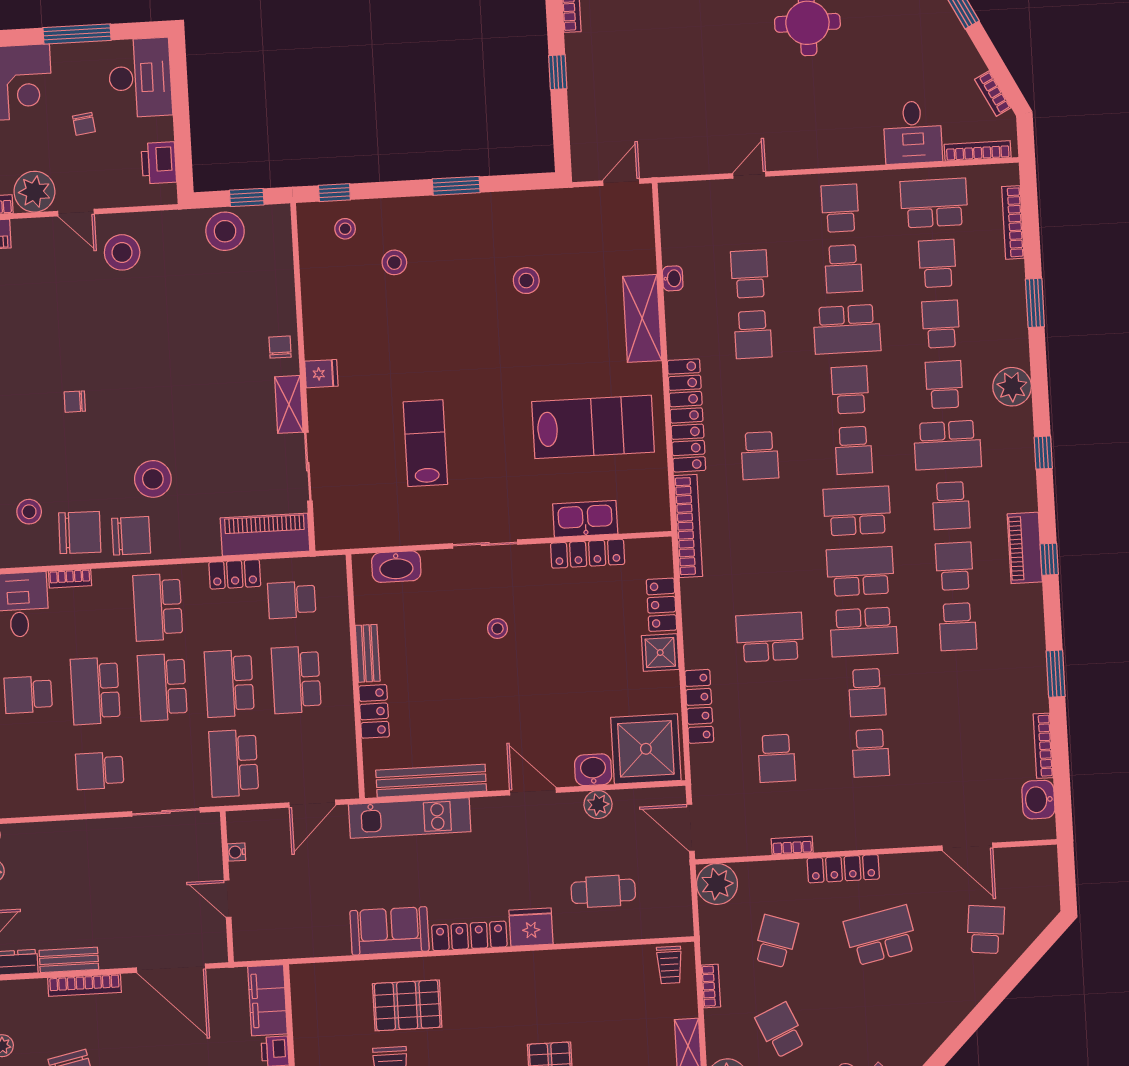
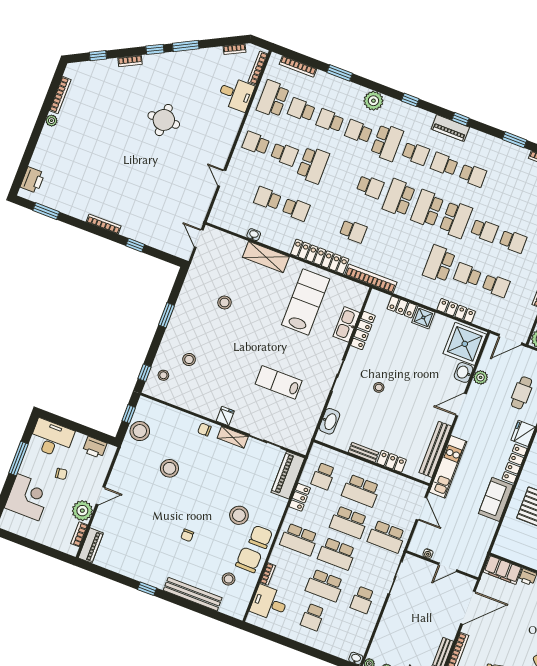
stool: (122, 252) -> (169, 468), moved
school desk: (850, 390) -> (467, 275), moved

